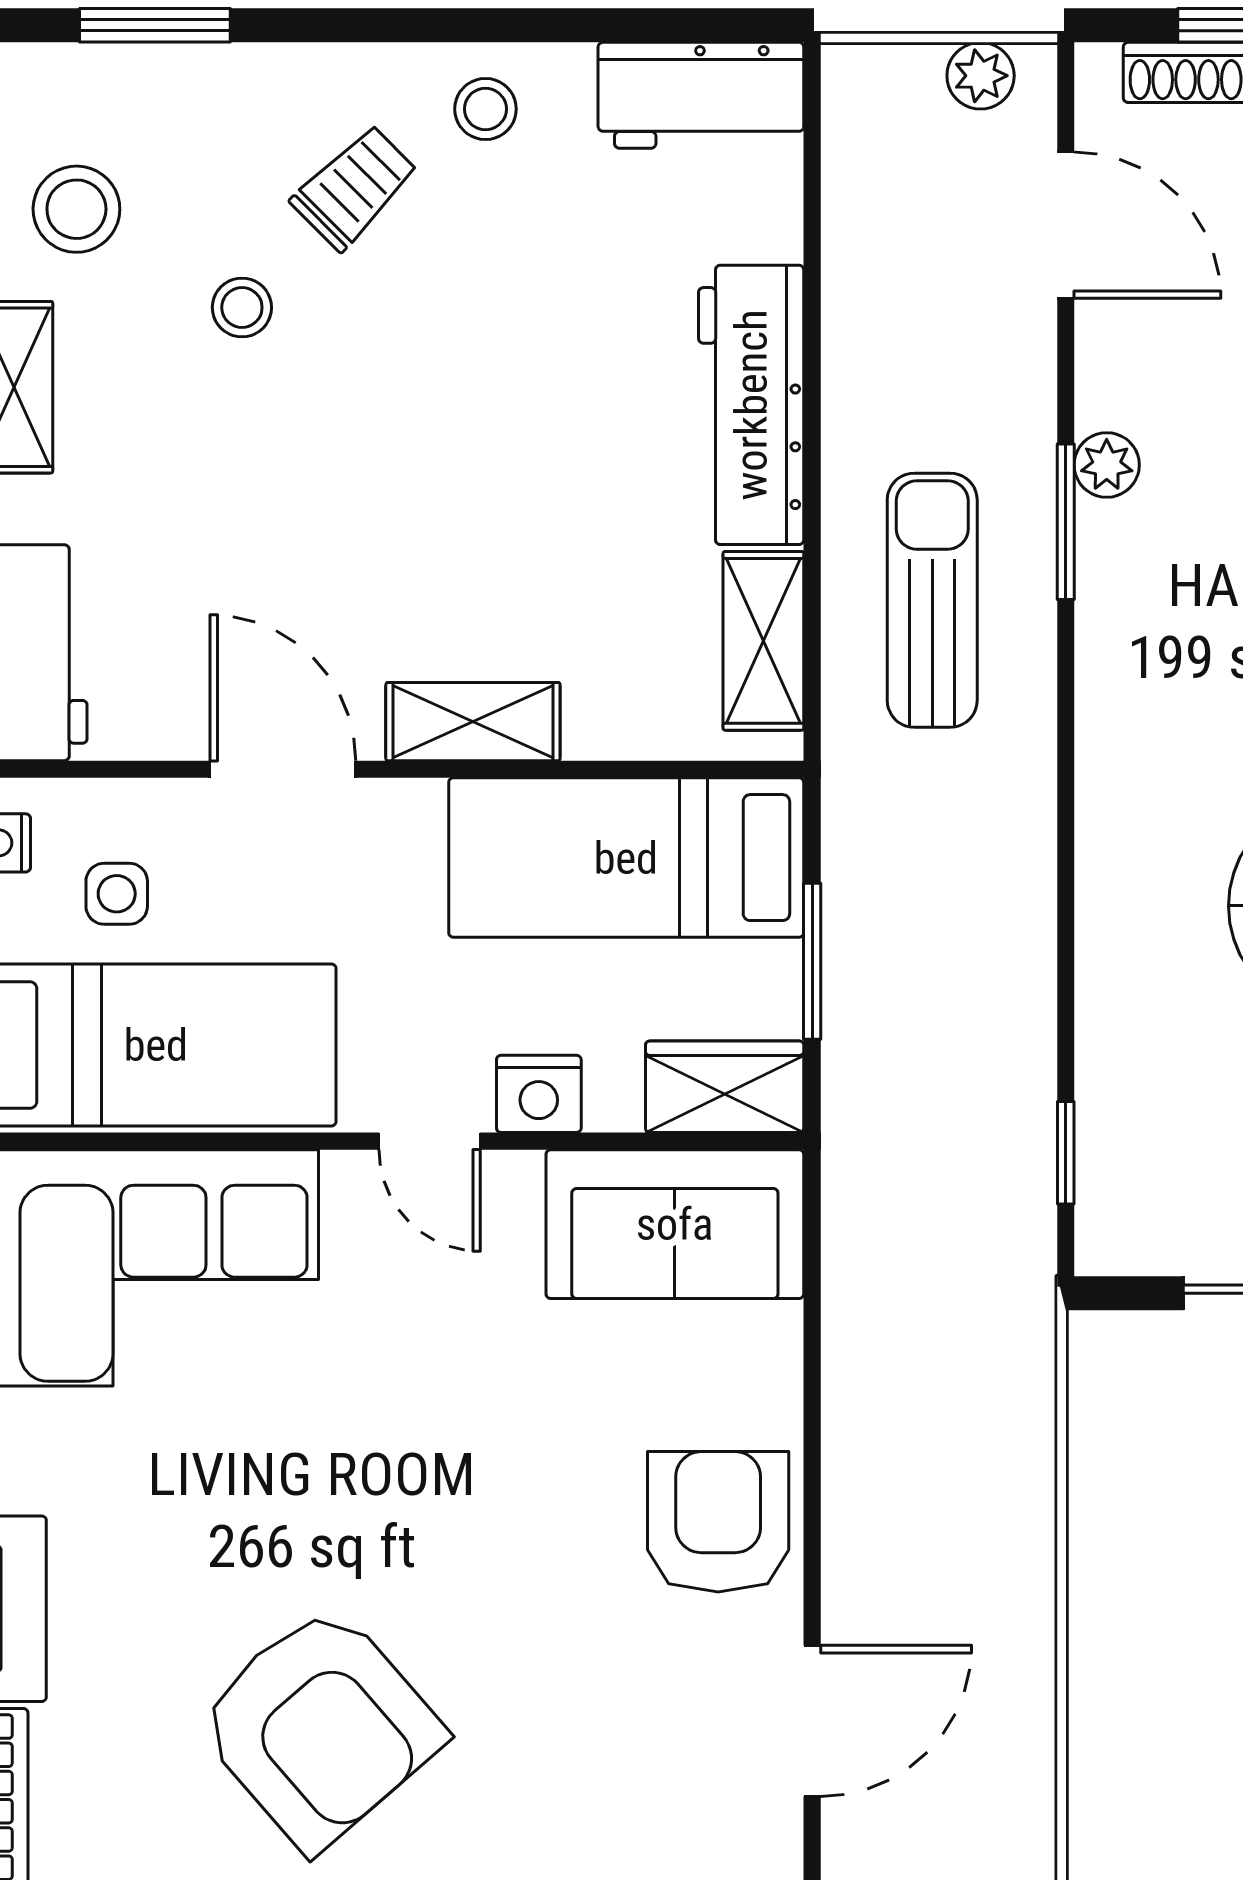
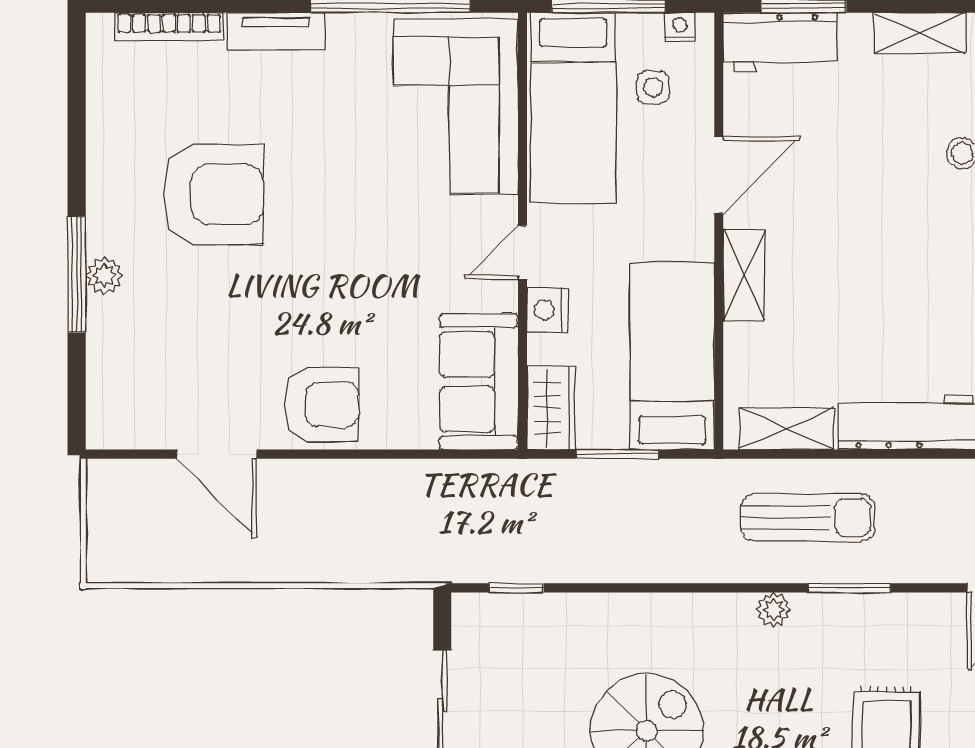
plant: (1107, 465) -> (773, 610), moved
armchair: (320, 1727) -> (213, 194), turned -139

